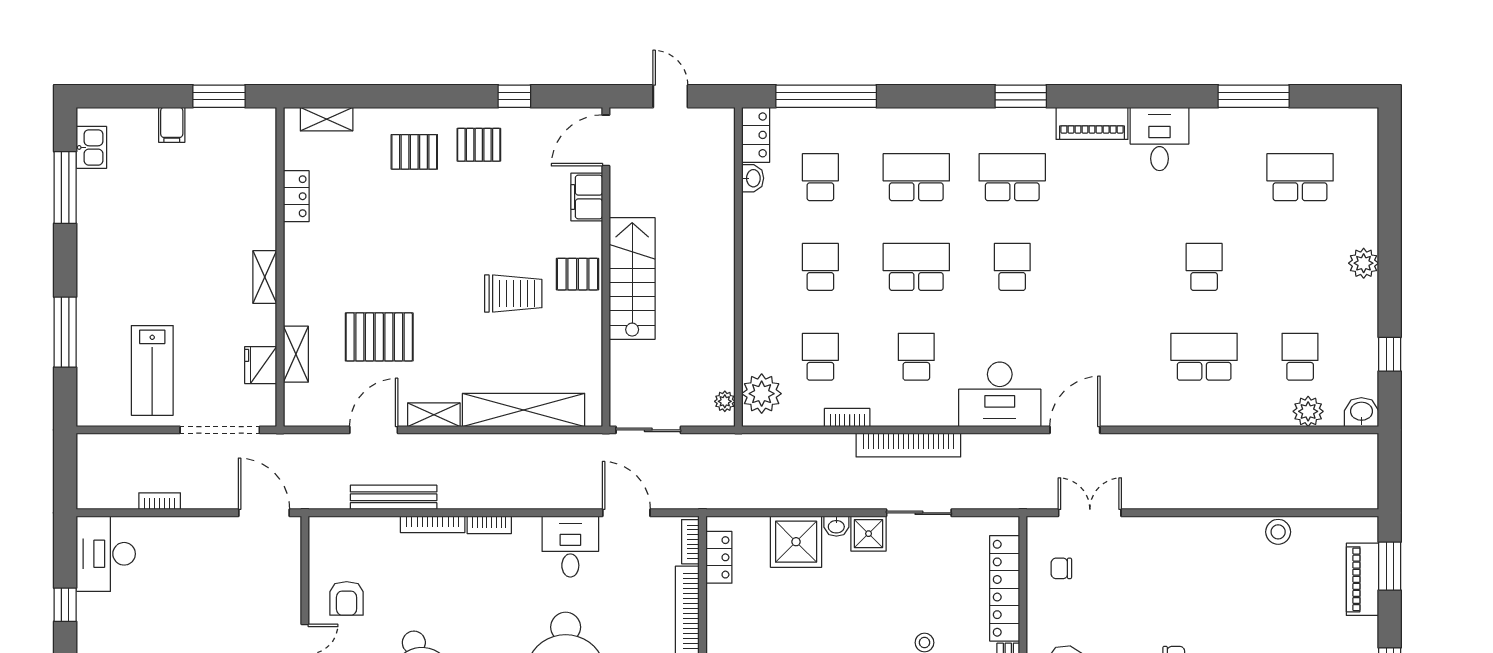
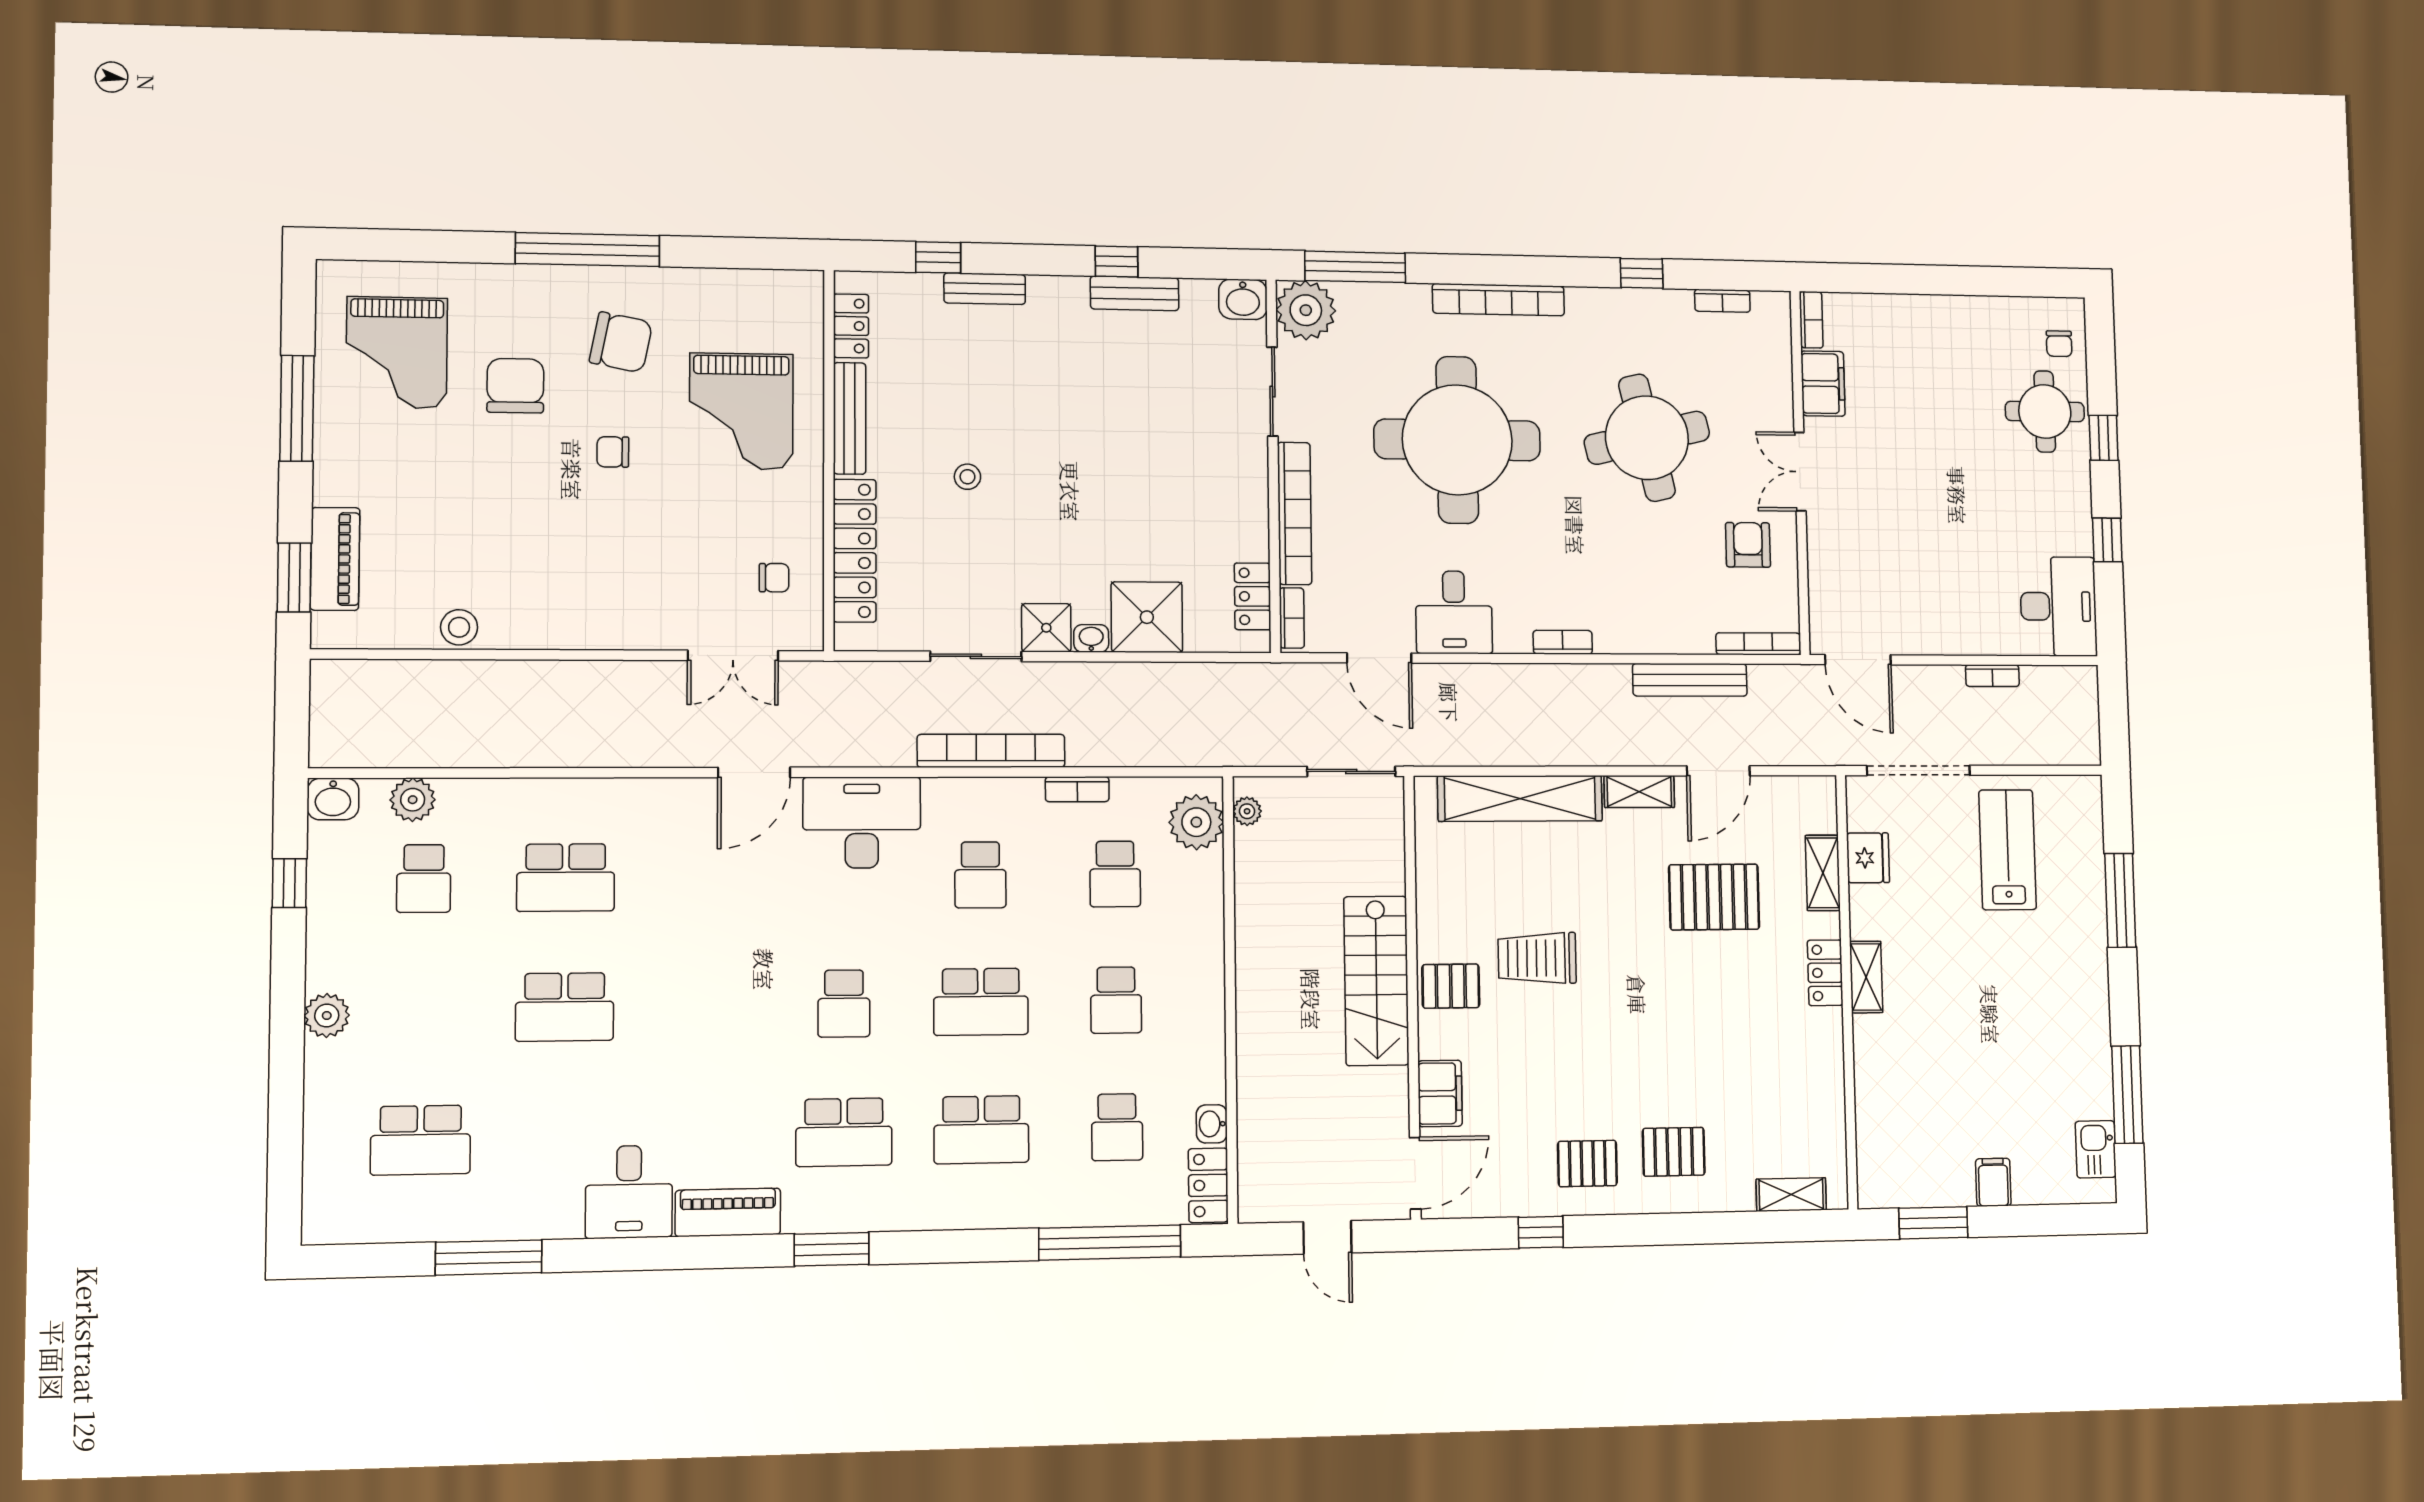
locker: (296, 196) -> (1825, 973), moved
school desk: (1204, 267) -> (565, 1007), width x1.85
bookcase: (433, 524) -> (1758, 644), moved

